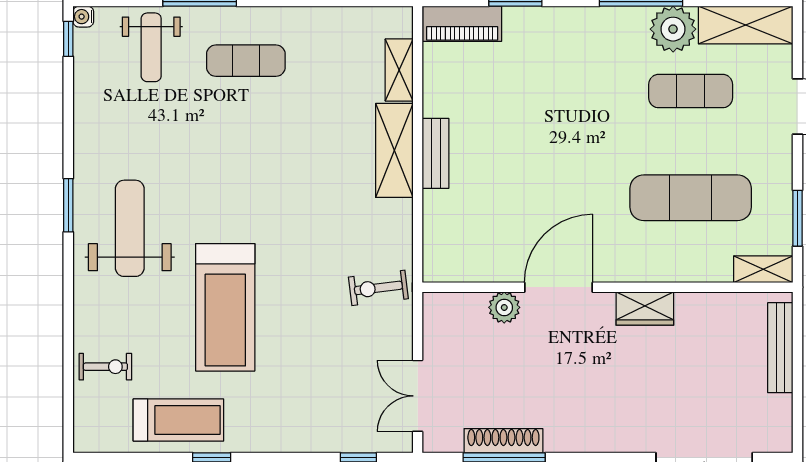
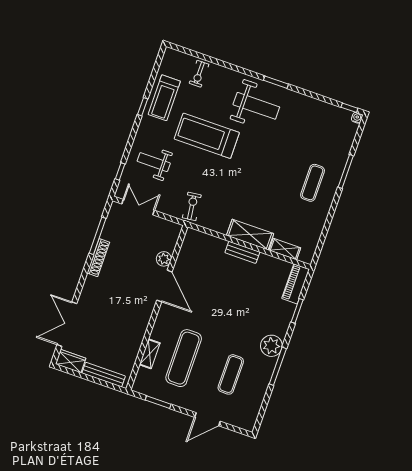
shelving: (746, 25) -> (251, 409), removed
plant: (673, 29) -> (271, 346), moved
weight bench: (151, 47) -> (154, 162), moved
shelving: (763, 269) -> (150, 354), moved
wardrobe: (645, 308) -> (71, 361), moved, turned 90
shoe rack: (503, 441) -> (98, 258), moved

